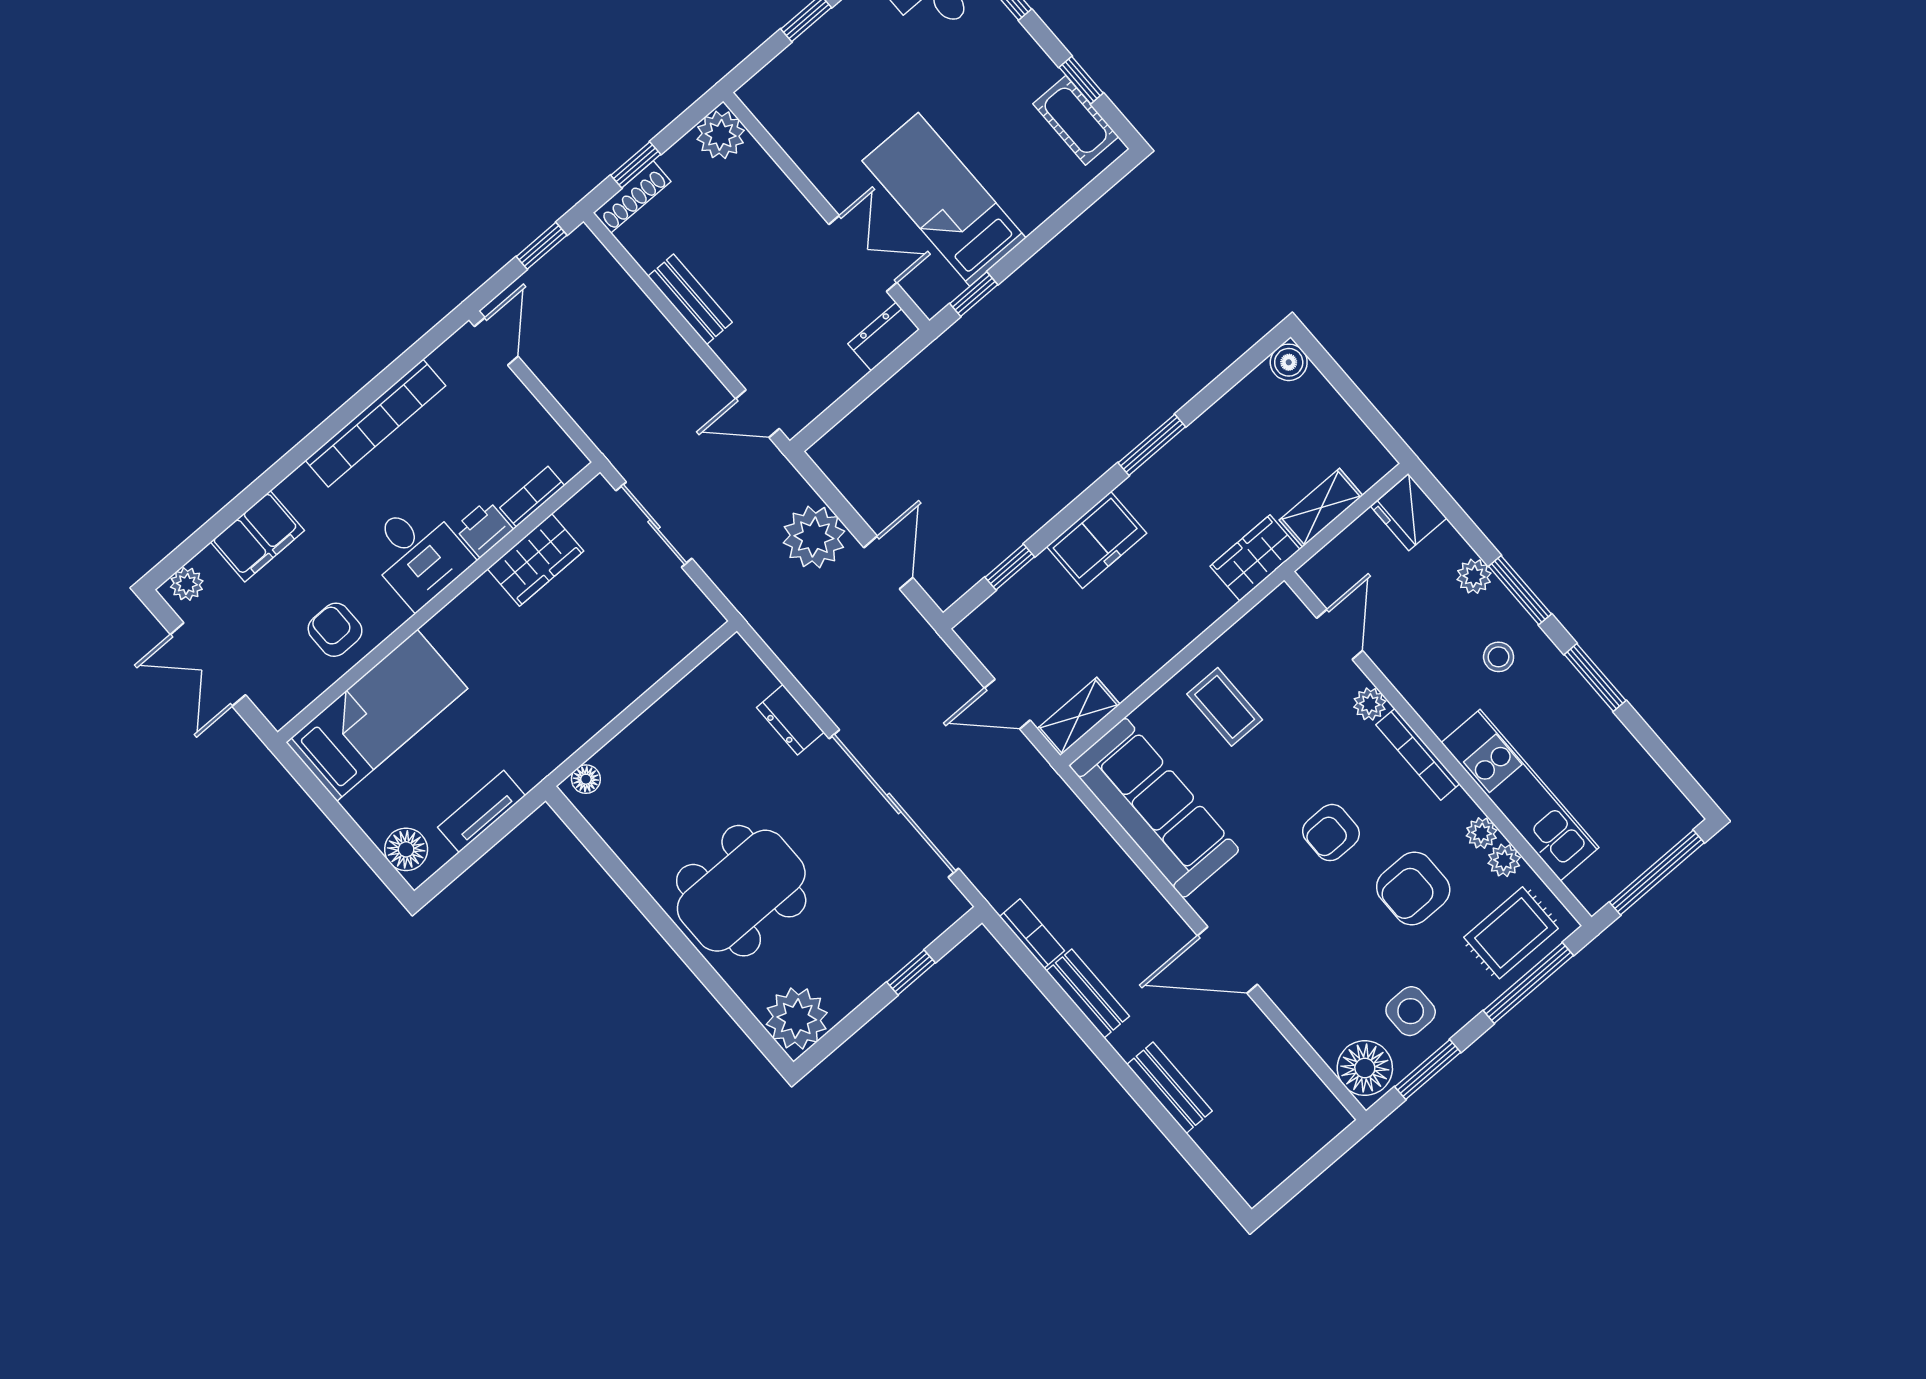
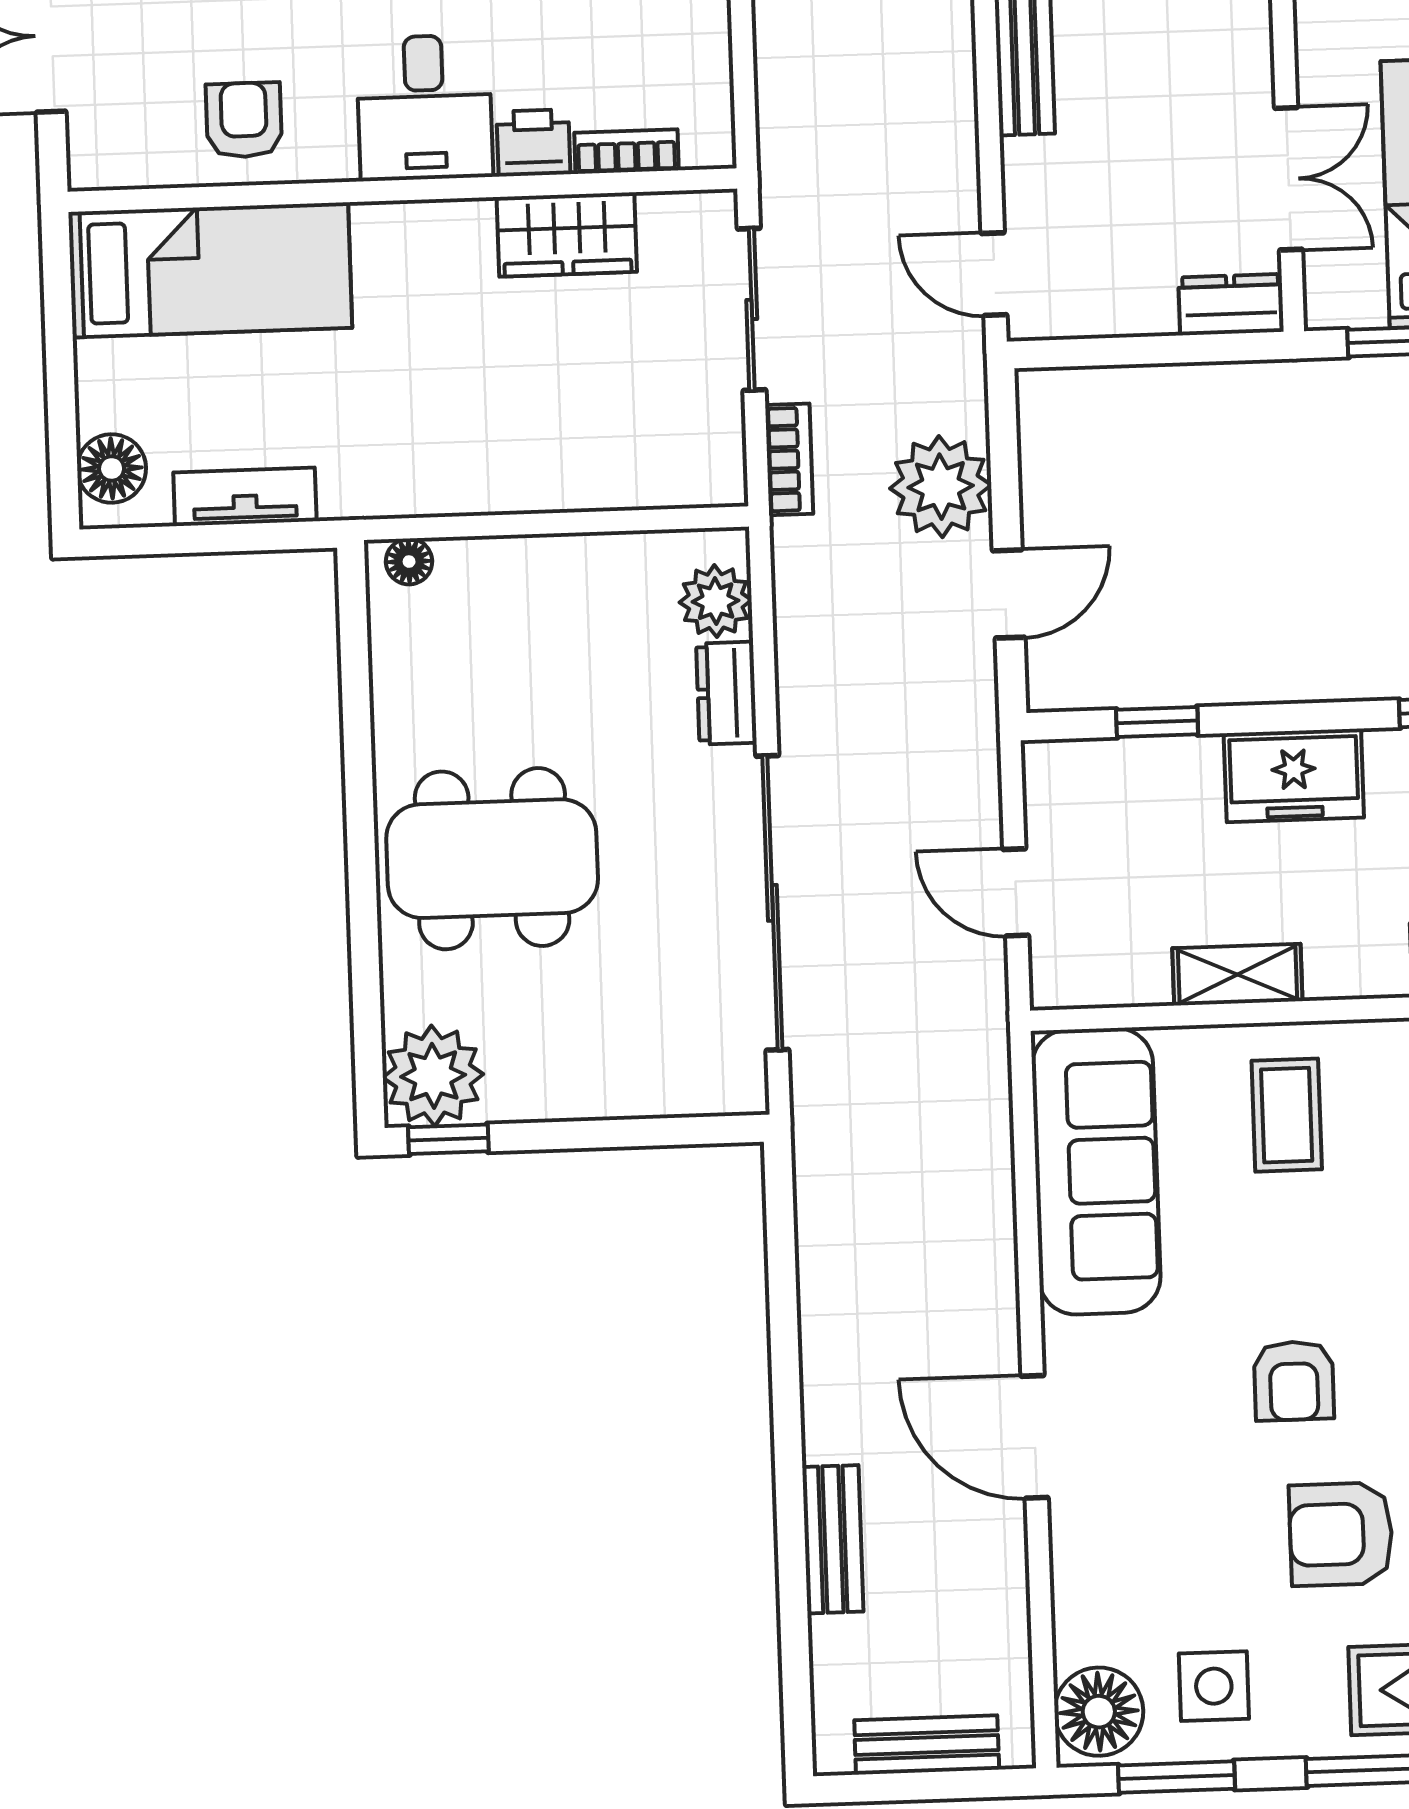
plant: (749, 680) -> (716, 601), added
shelving: (1079, 716) -> (1237, 975), moved
armchair: (1331, 833) -> (1294, 1381), turned -90
bookcase: (1032, 934) -> (789, 459), moved
window: (911, 972) -> (448, 1139), moved
bench: (1088, 993) -> (927, 1745), moved, turned 90

